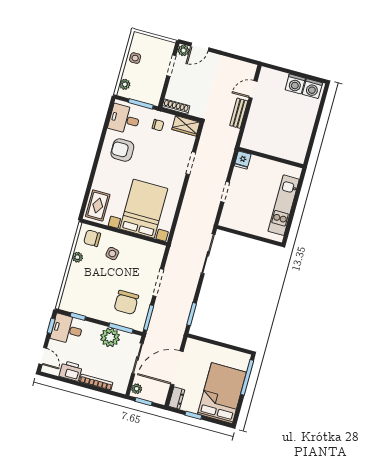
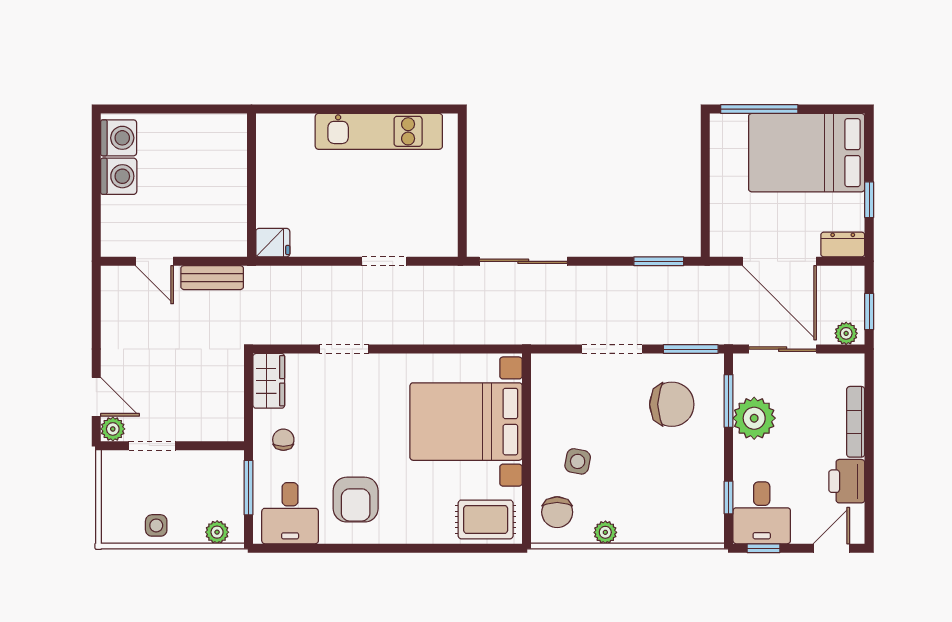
shoe rack: (176, 107) -> (234, 413), removed
wall: (271, 158) -> (251, 185), moved
fridge: (243, 160) -> (273, 243), moved

